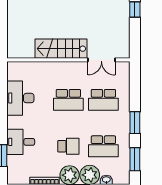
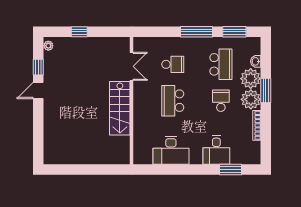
school desk: (68, 100) -> (173, 101), turned 180
school desk: (103, 100) -> (173, 64), width x0.54
window: (135, 123) -> (196, 32), width x1.44

